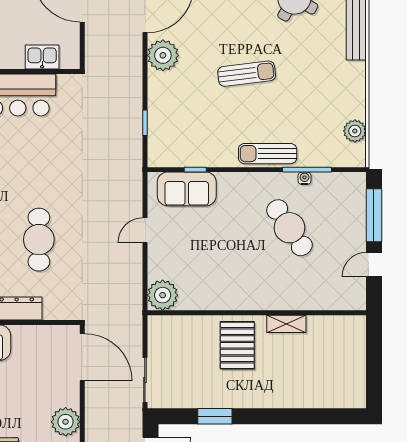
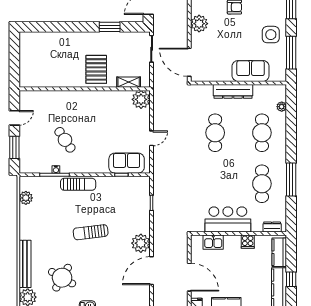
window: (374, 215) -> (14, 147), width x0.69
cafe table: (289, 228) -> (65, 140), width x0.73, depth x0.74
shelving: (286, 324) -> (129, 82), moved

